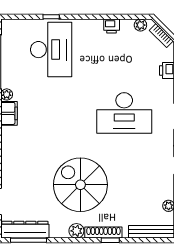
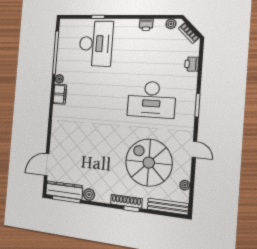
spiral stairs: (80, 185) -> (149, 163), moved
plant: (76, 231) -> (89, 195), moved

